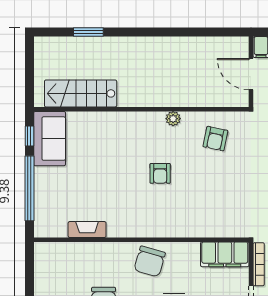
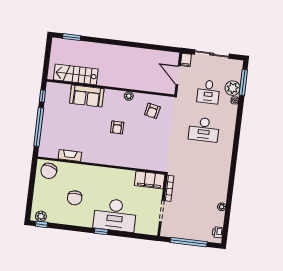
window: (88, 32) -> (72, 37), moved
sofa: (50, 139) -> (87, 96), moved, turned 90
chair: (150, 261) -> (49, 171), moved

